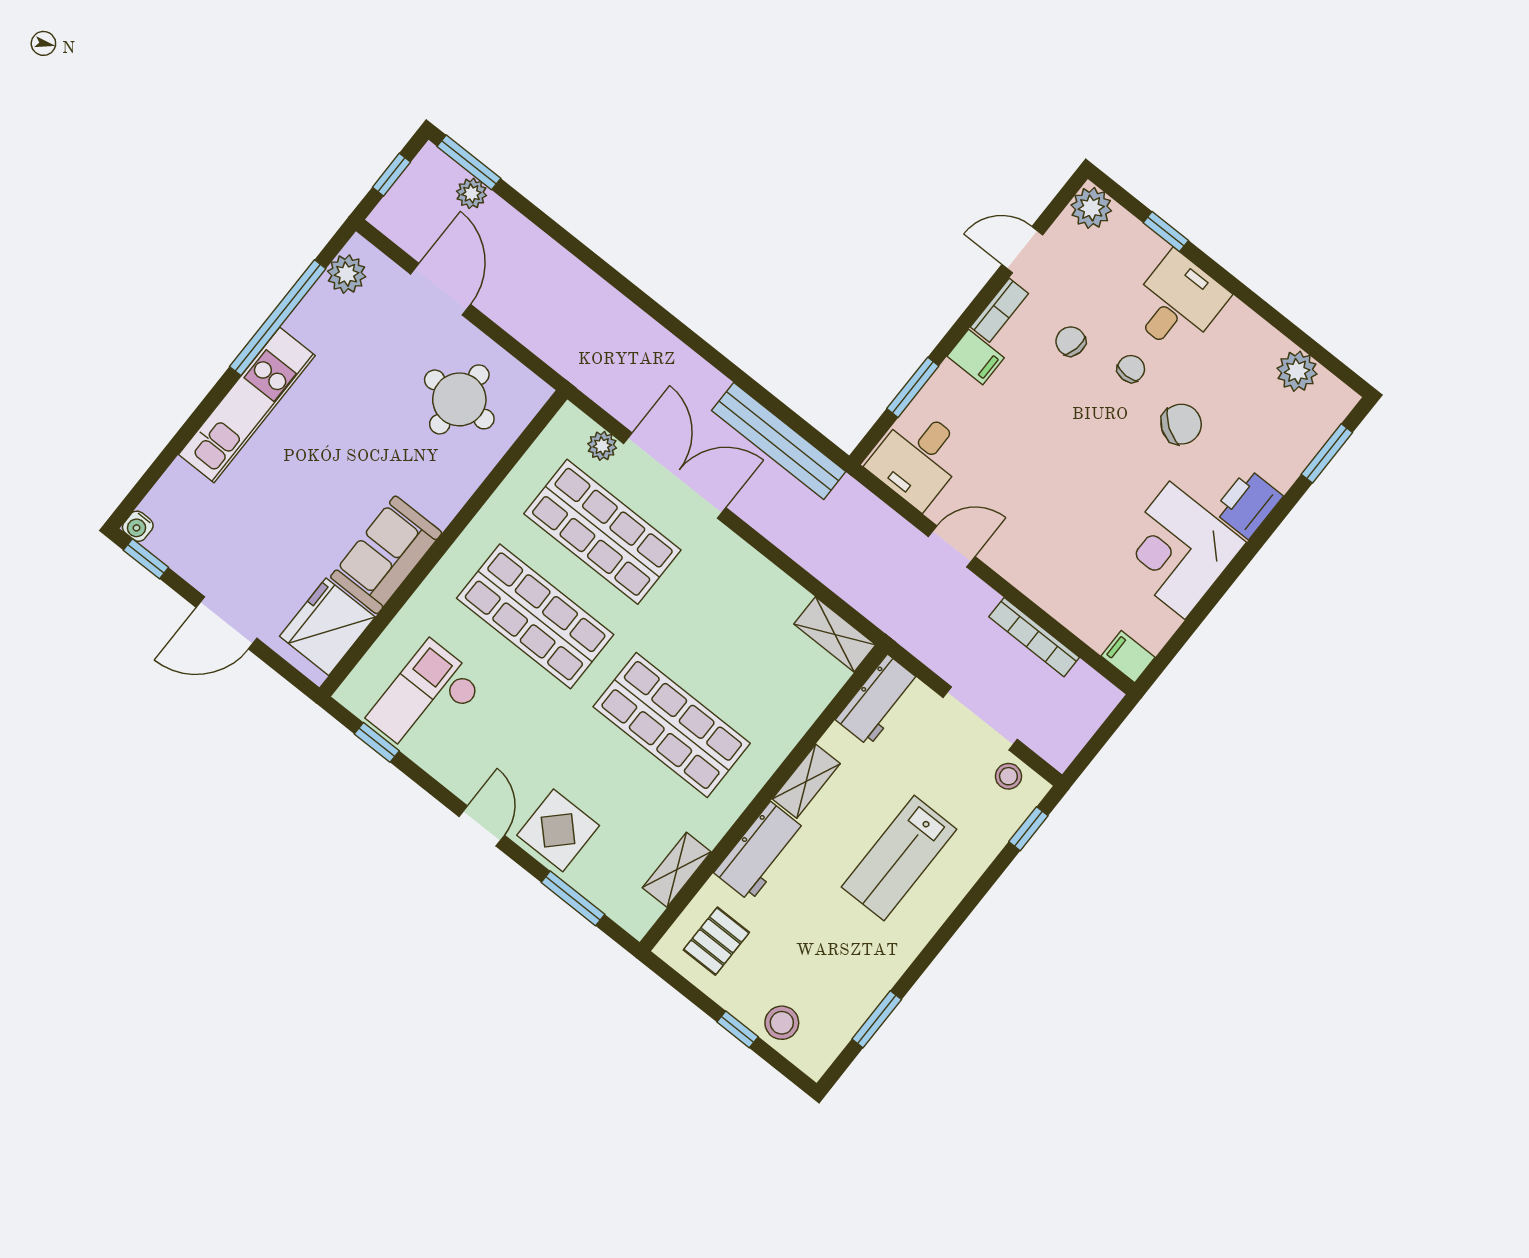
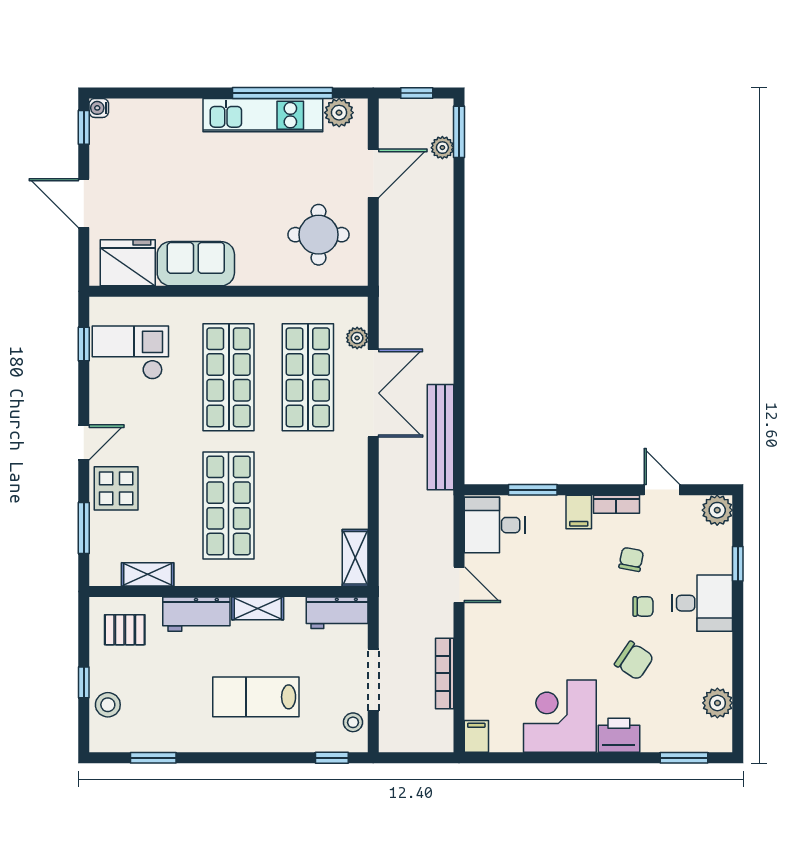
kitchen unit: (247, 405) -> (263, 115), moved

